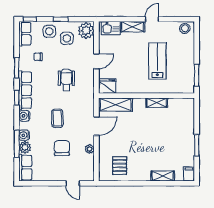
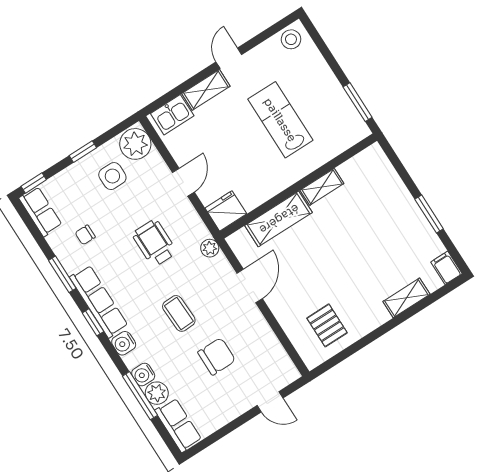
side table: (49, 31) -> (77, 183), removed
shelving: (116, 105) -> (279, 219), moved
chair: (62, 148) -> (217, 356), turned 90
plant: (90, 149) -> (210, 248), moved

